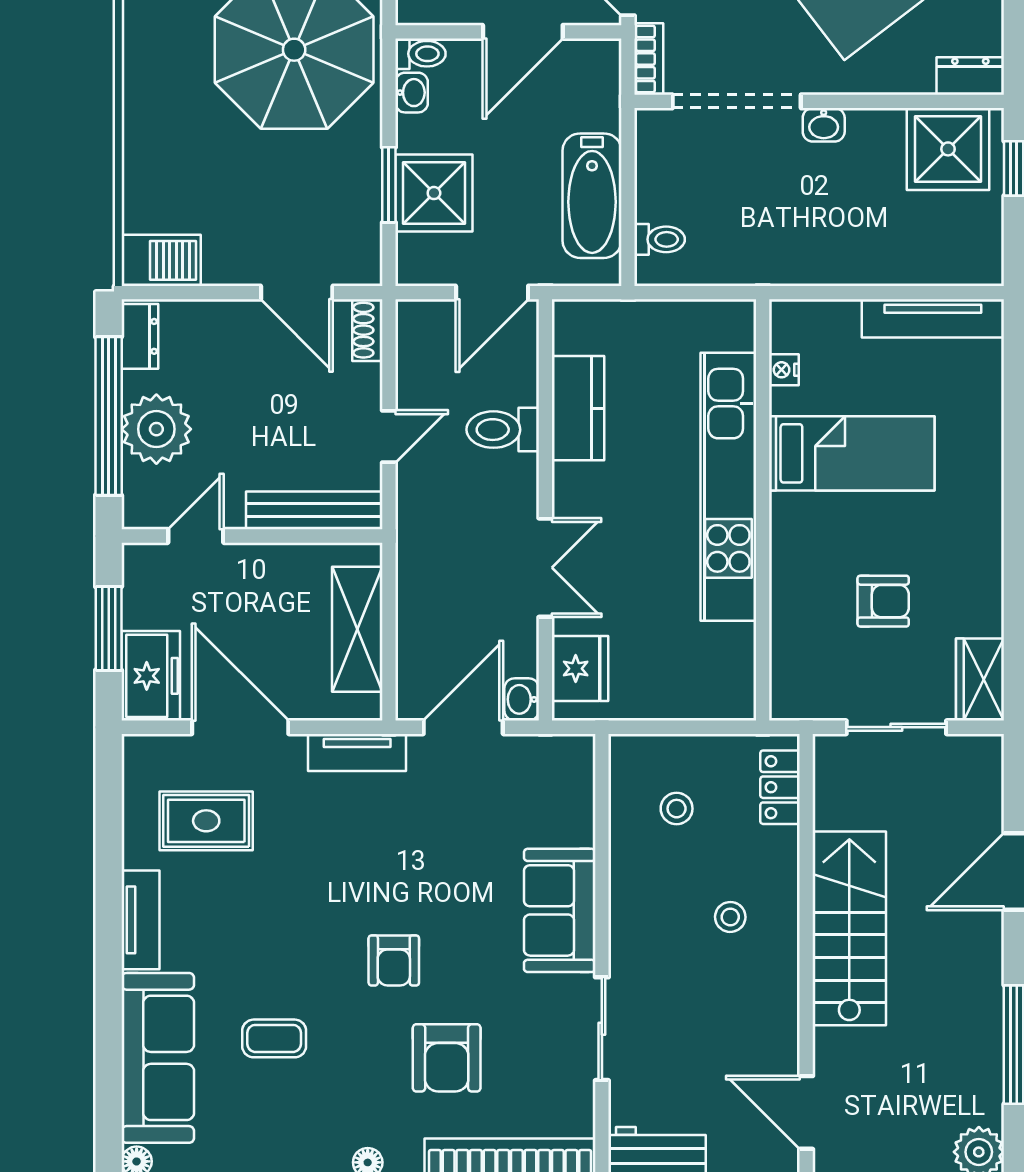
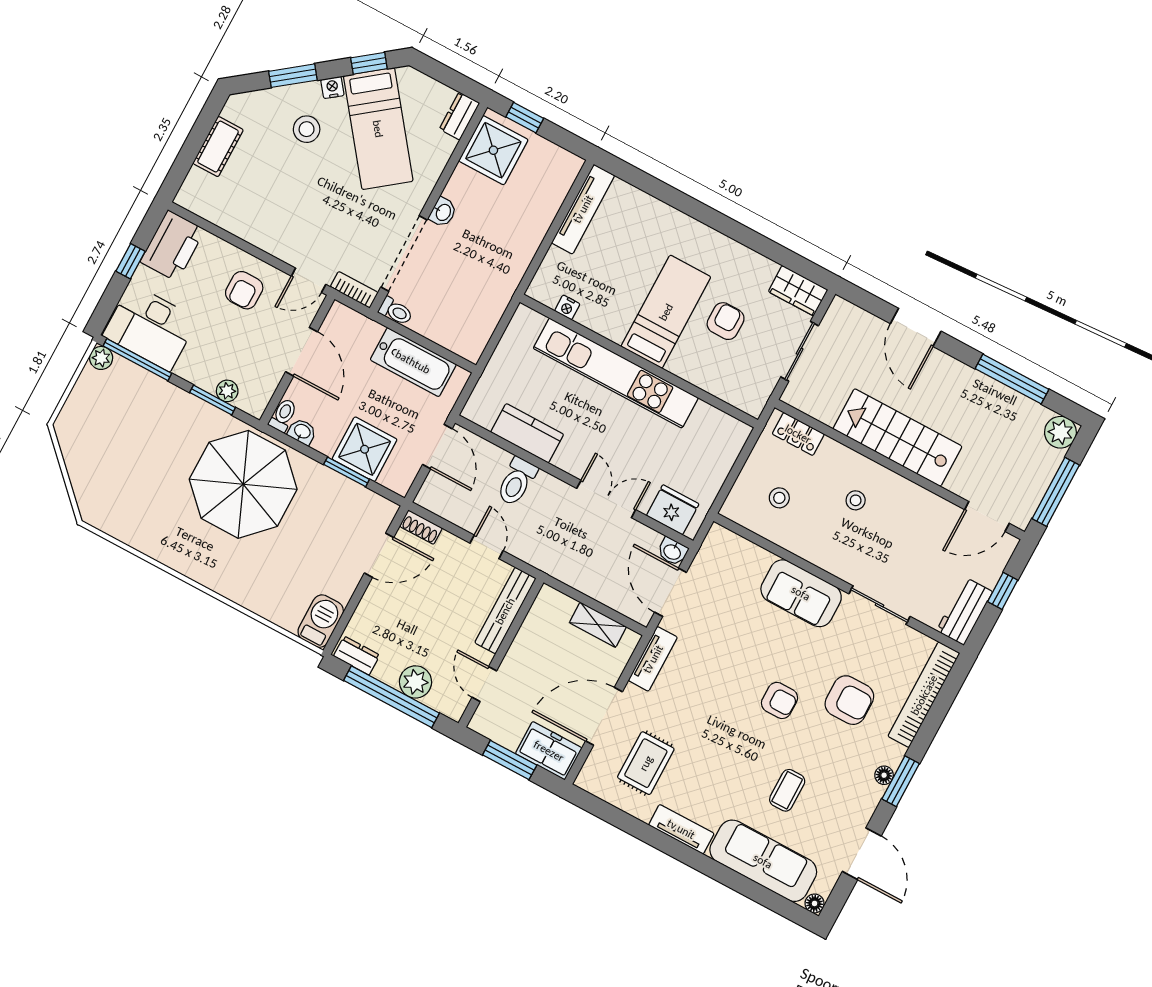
toilet: (660, 239) -> (396, 311), moved, turned 90
plant: (156, 429) -> (416, 682), width x0.73, depth x0.73
bed: (852, 453) -> (666, 312), moved
shelving: (357, 629) -> (598, 625), width x0.67, depth x0.75

